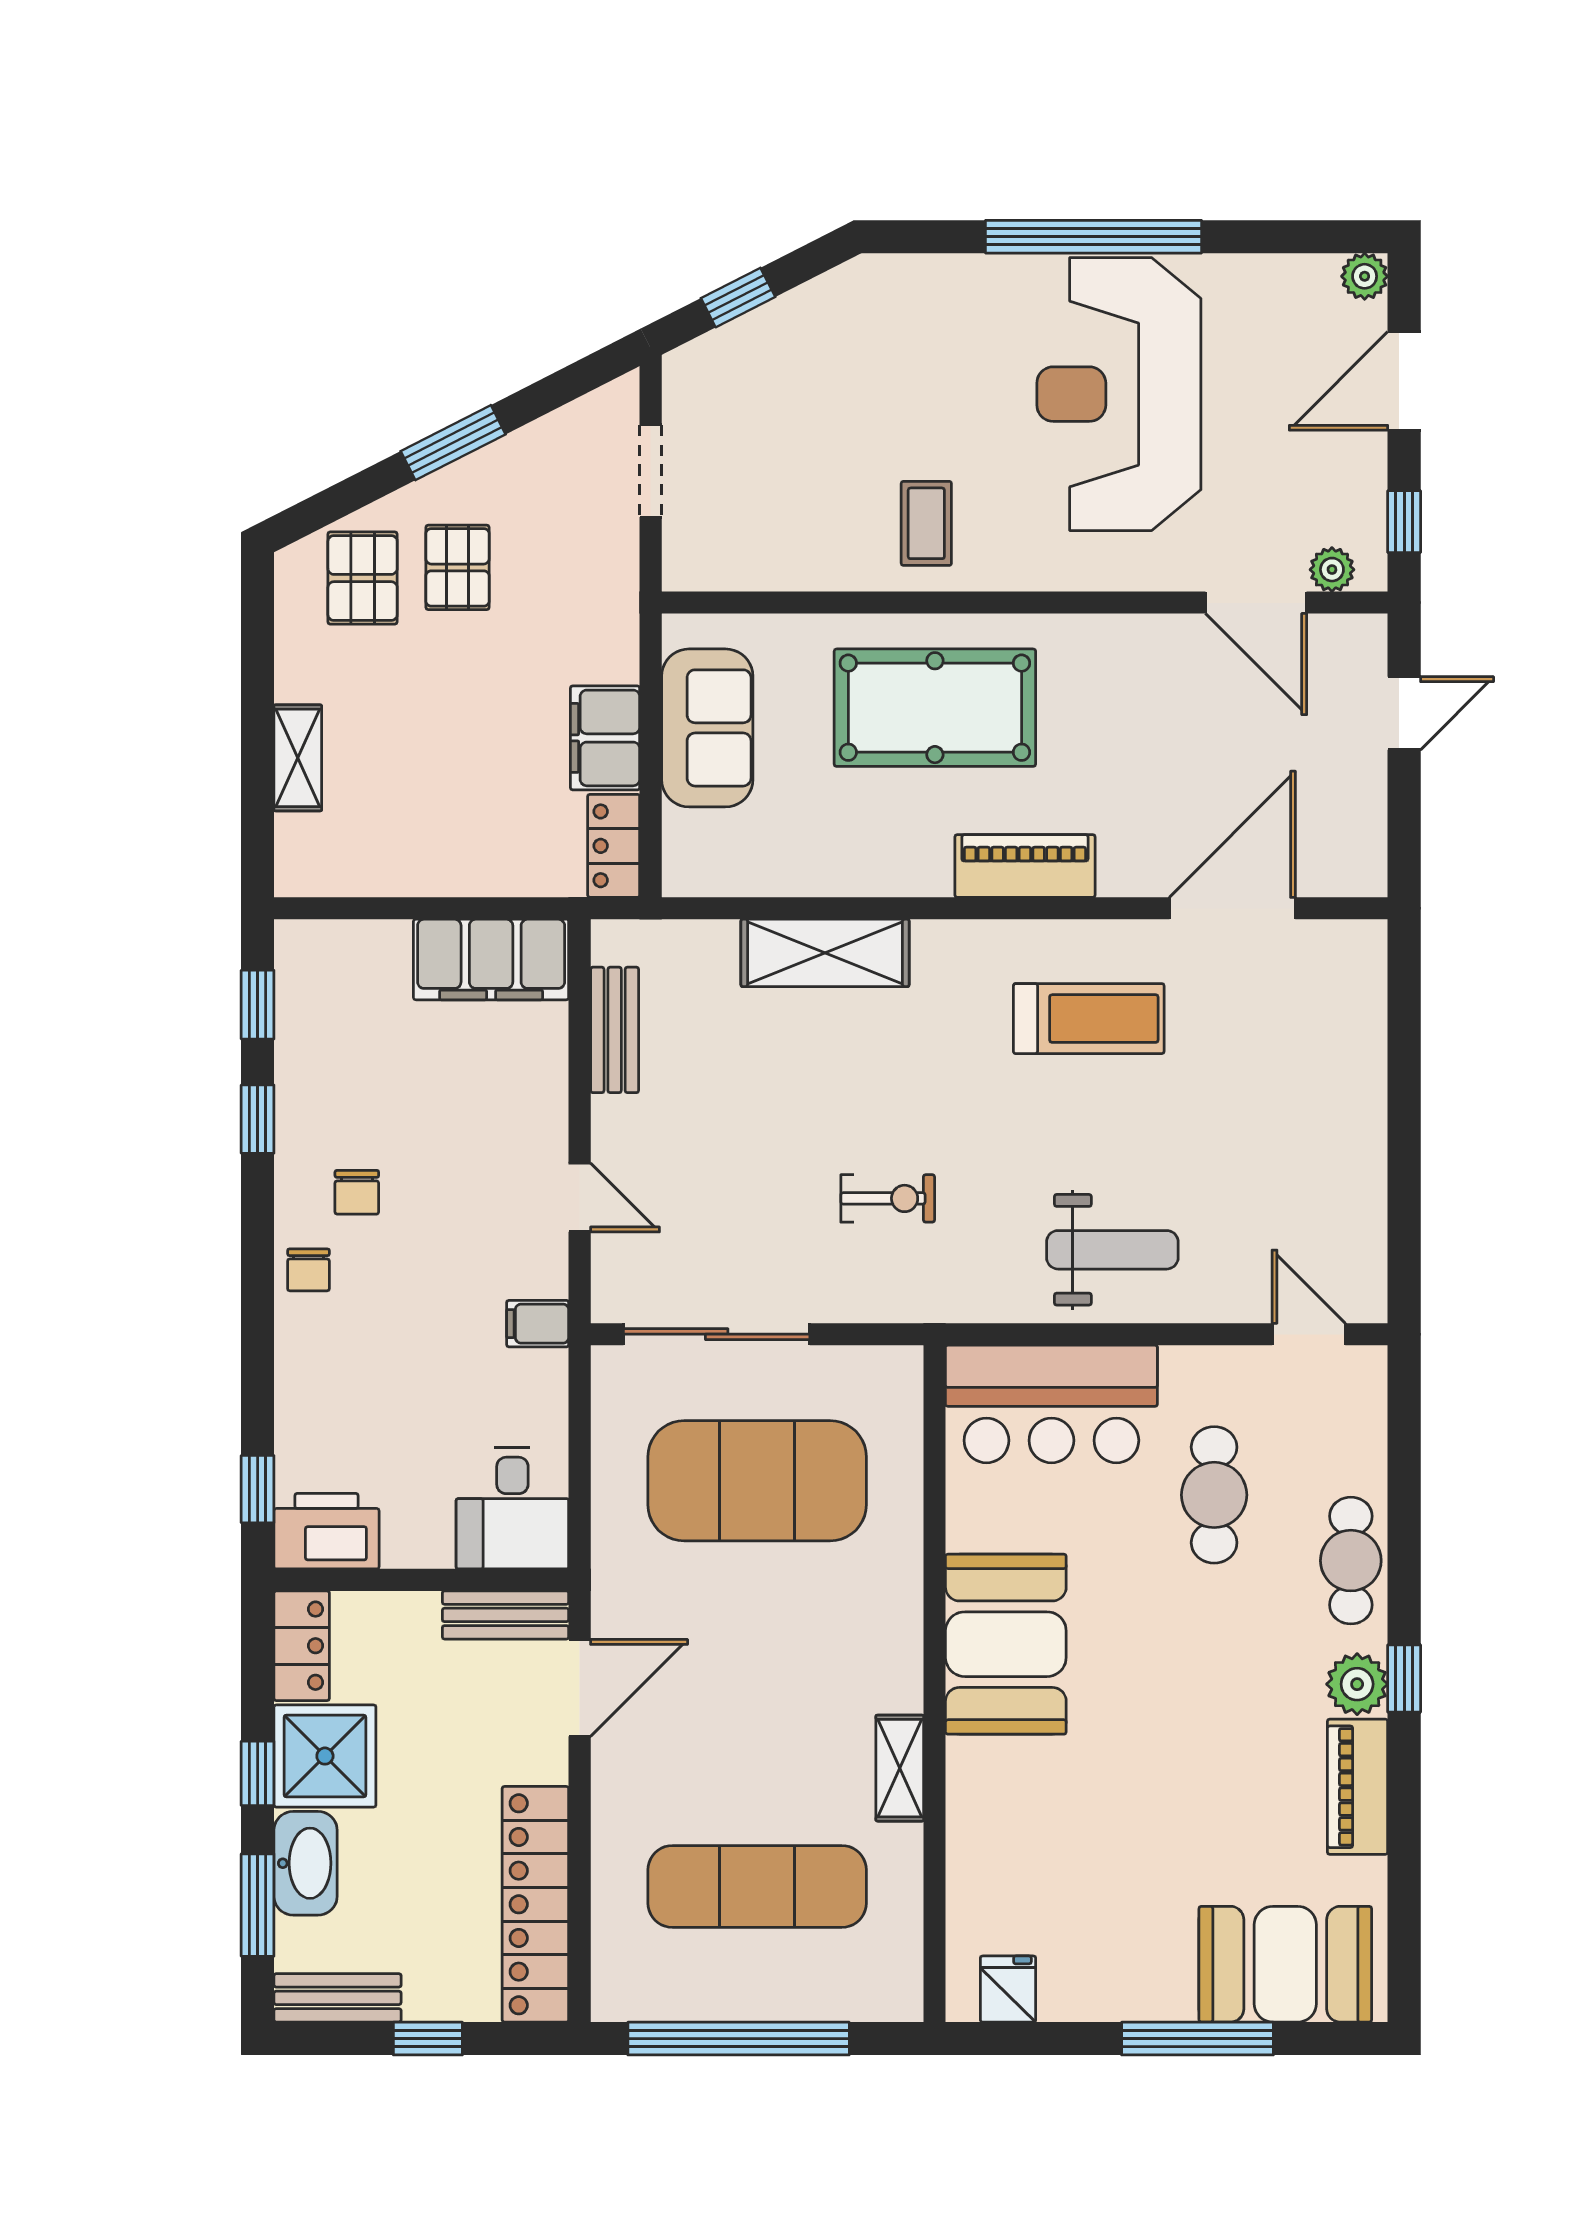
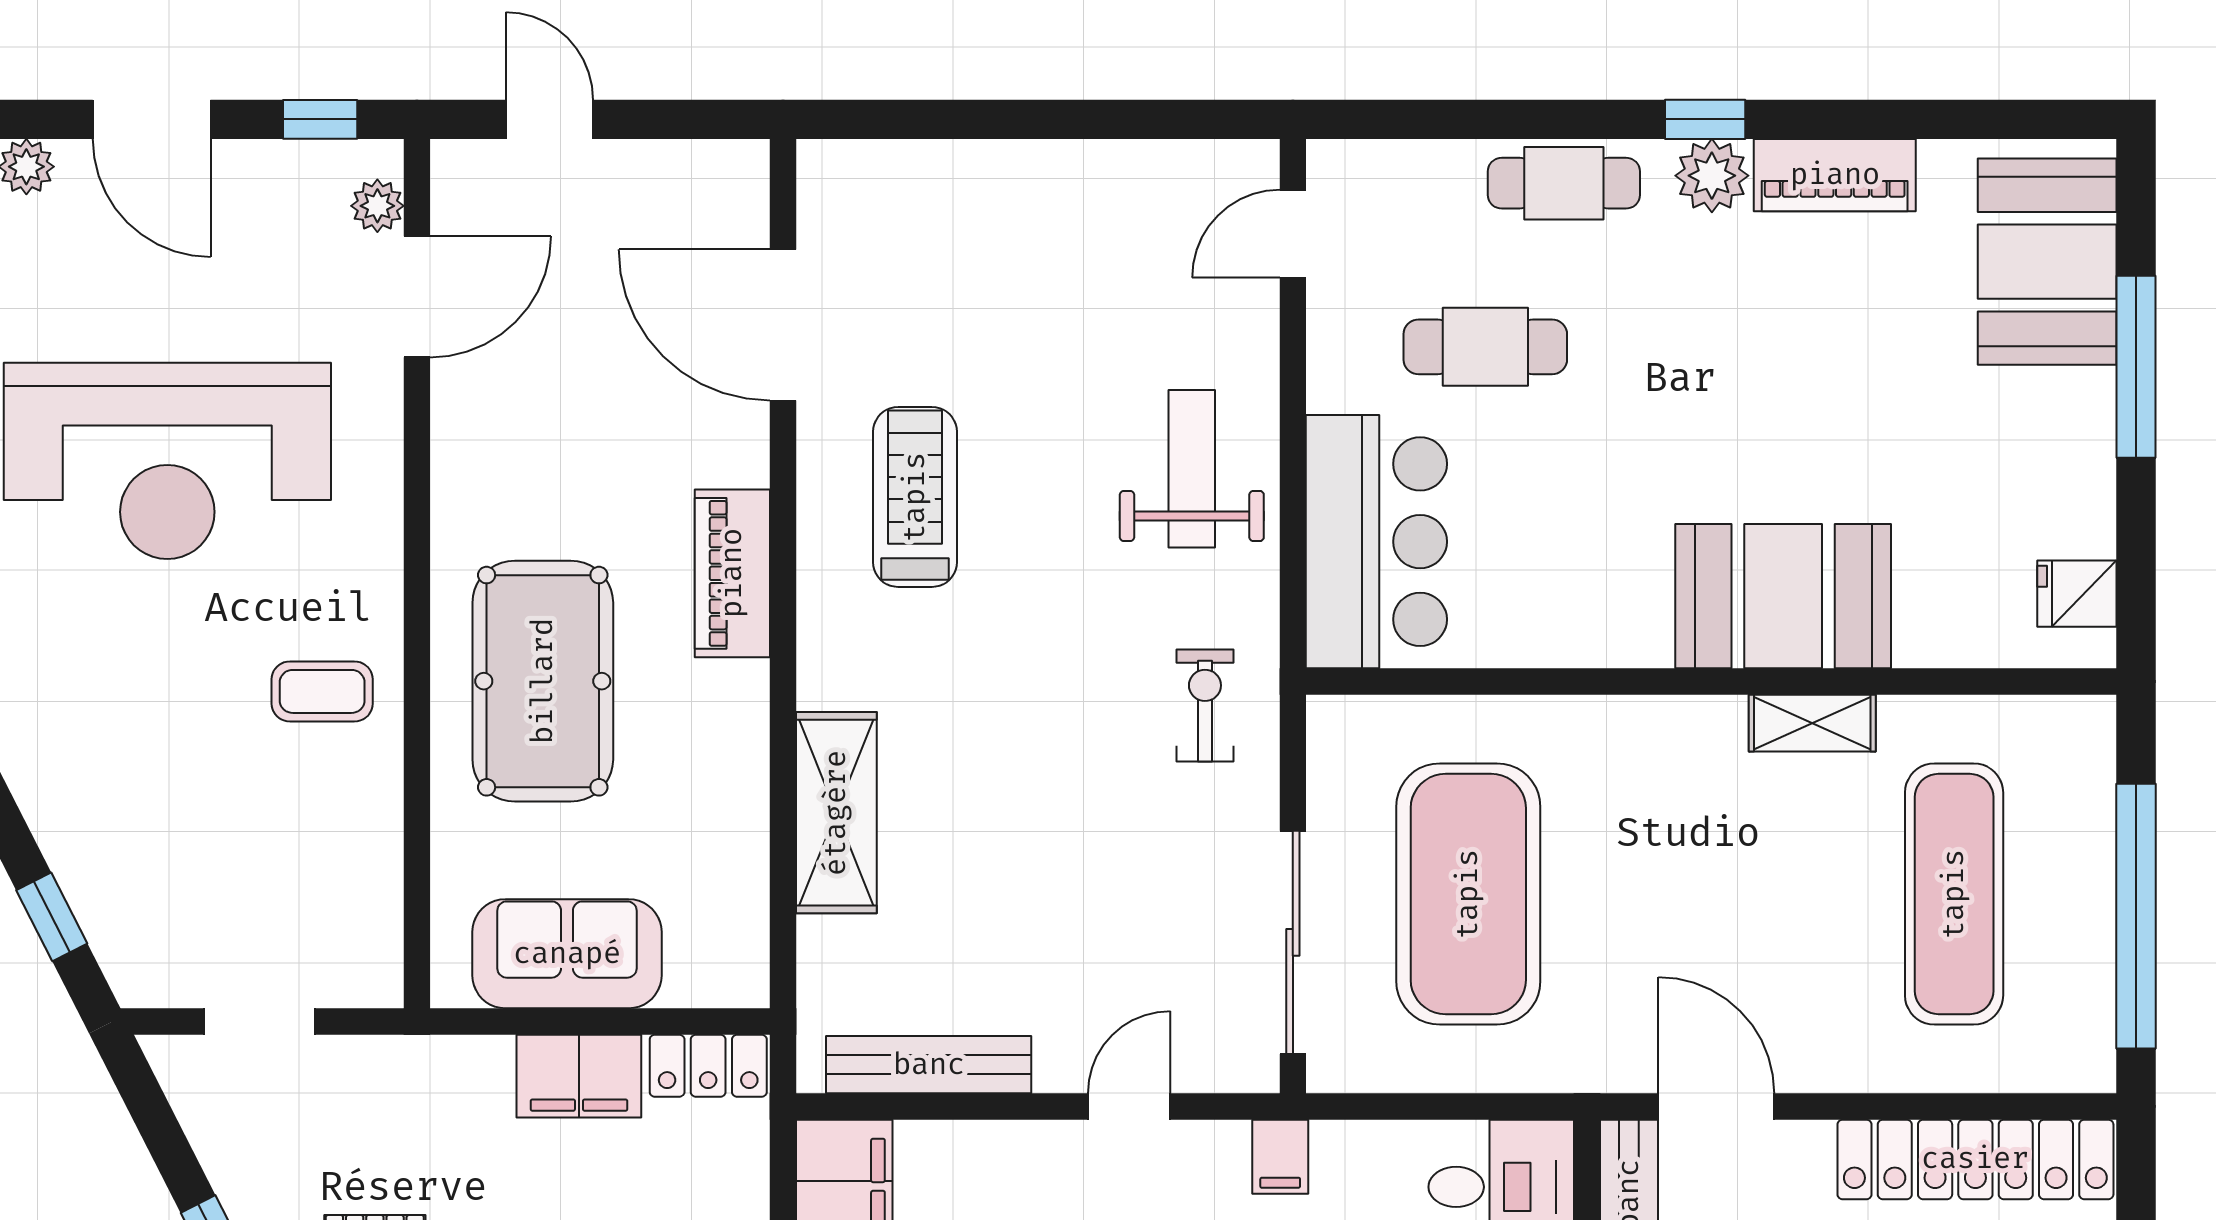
bench: (615, 1030) -> (929, 1065), width x1.36
exercise bike: (888, 1198) -> (1205, 706), moved
booth: (1006, 1644) -> (1783, 596), moved

